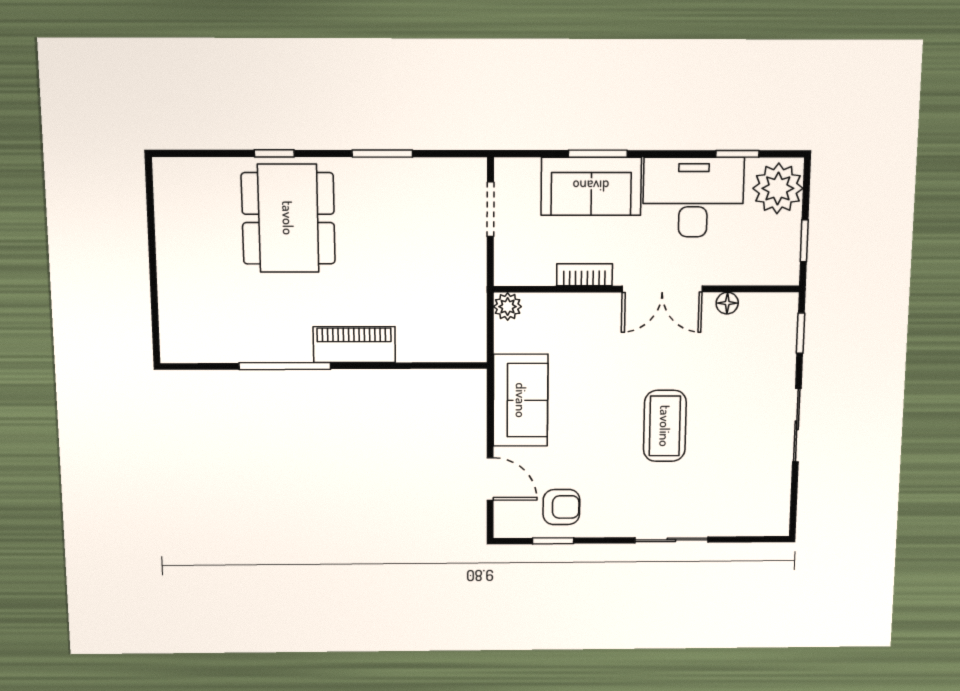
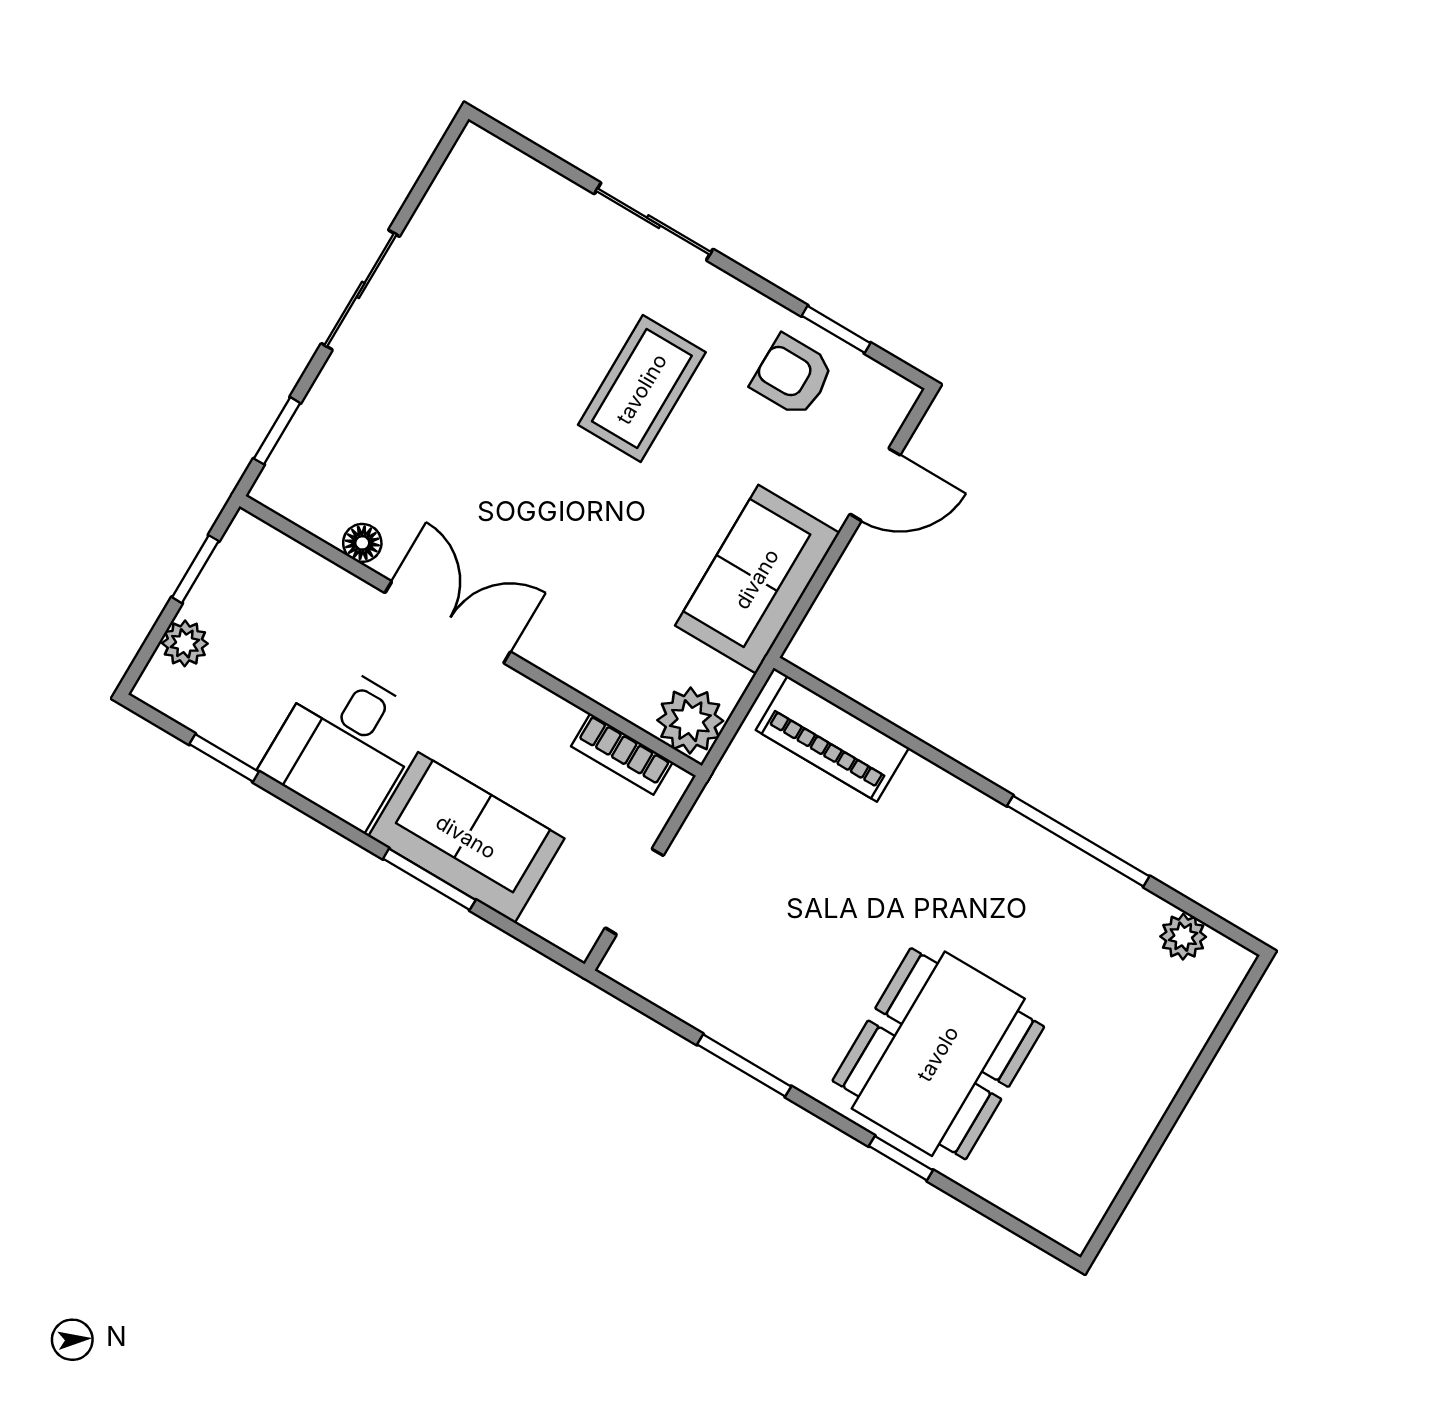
plant: (778, 188) -> (185, 643), width x0.53, depth x0.53
desk: (693, 197) -> (345, 744), width x0.73
bookcase: (585, 275) -> (622, 754), moved
plant: (508, 307) -> (690, 721), width x1.38, depth x1.38
piano: (354, 345) -> (832, 739), moved
plant: (204, 350) -> (1183, 937), added
coffee table: (665, 426) -> (642, 389), moved
door: (490, 479) -> (875, 485), swing flipped

